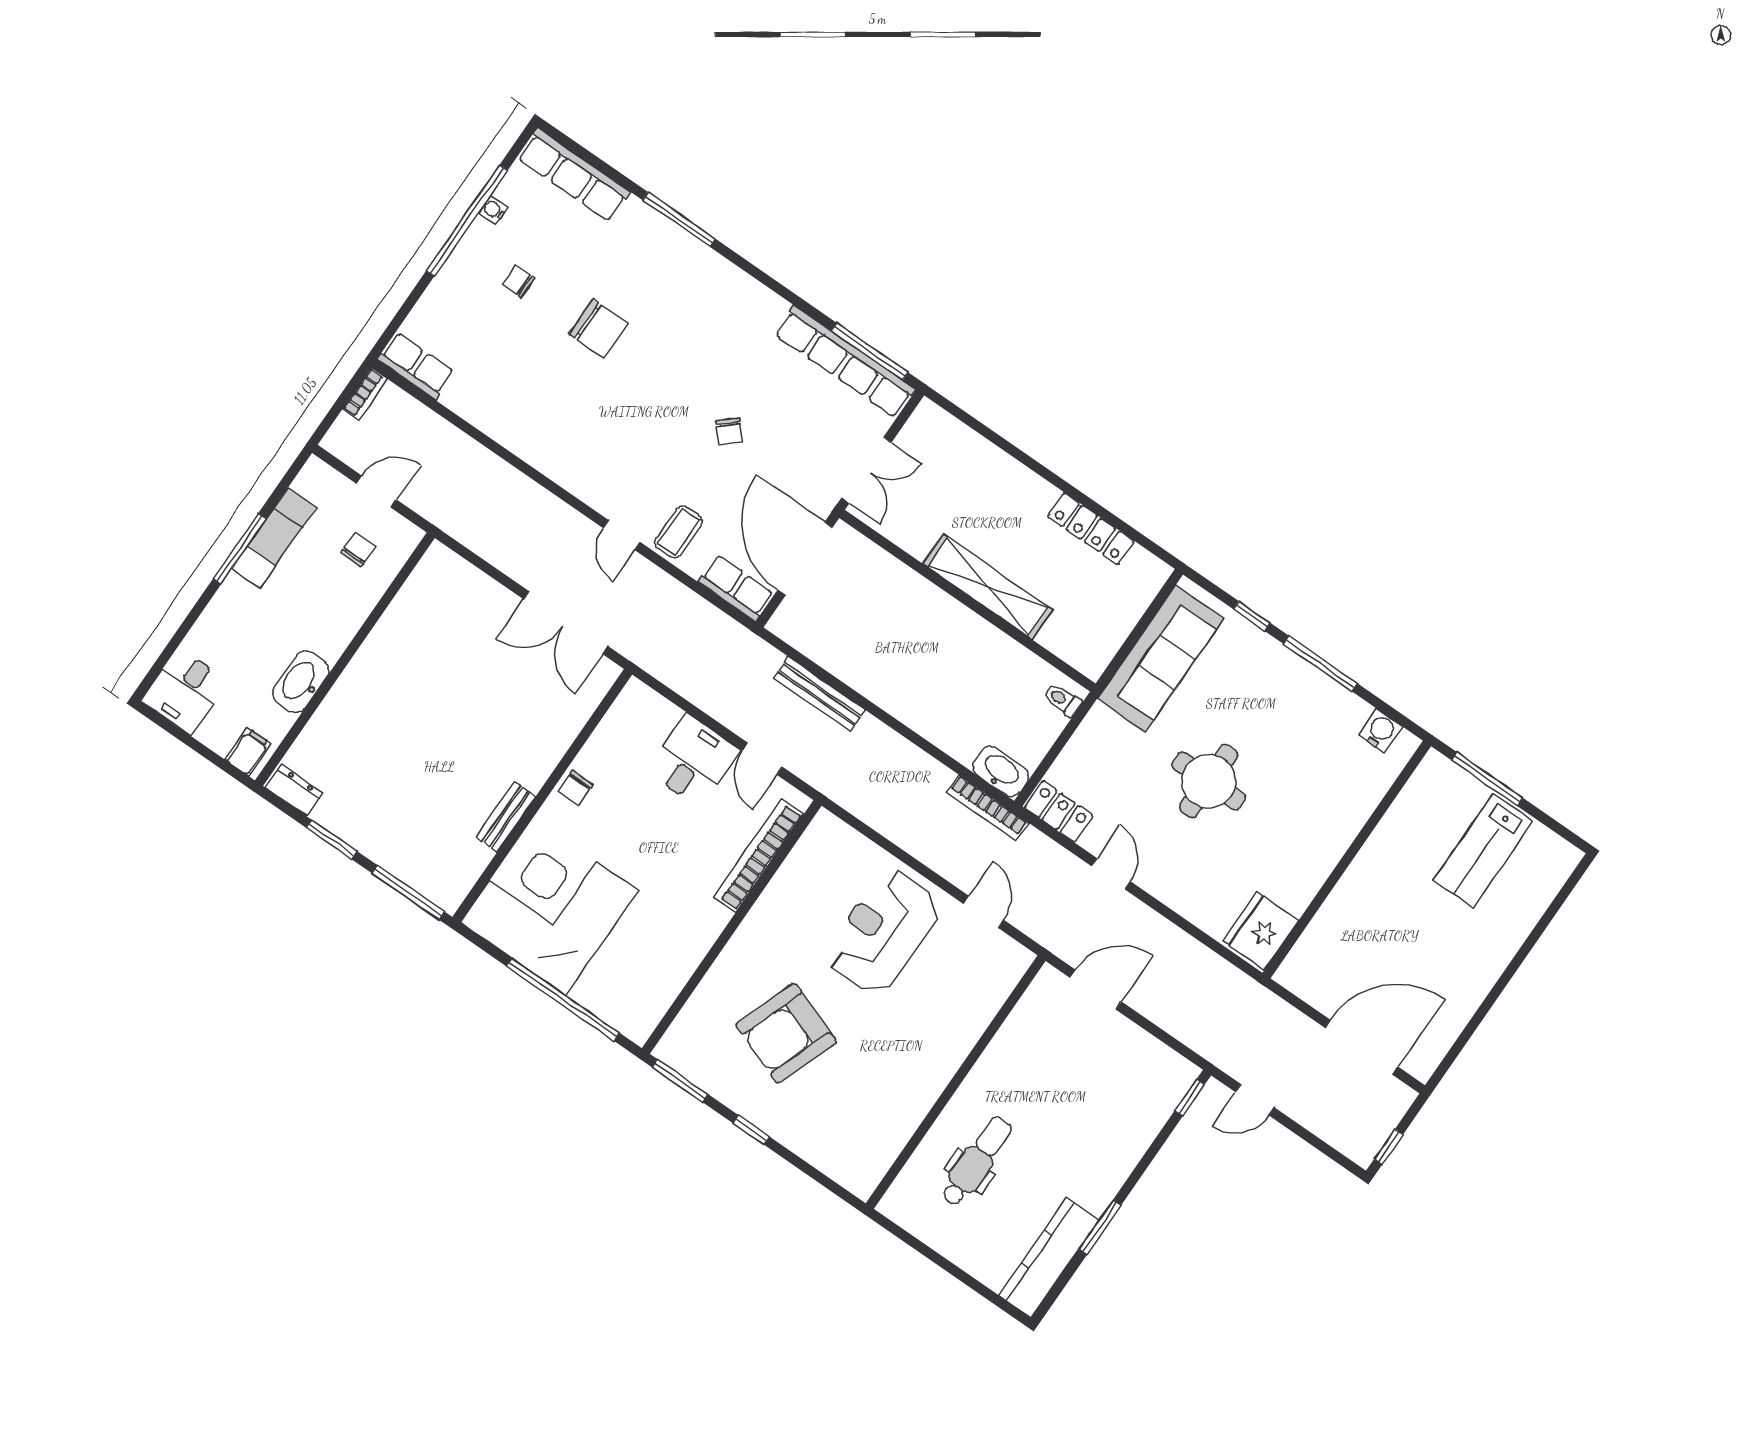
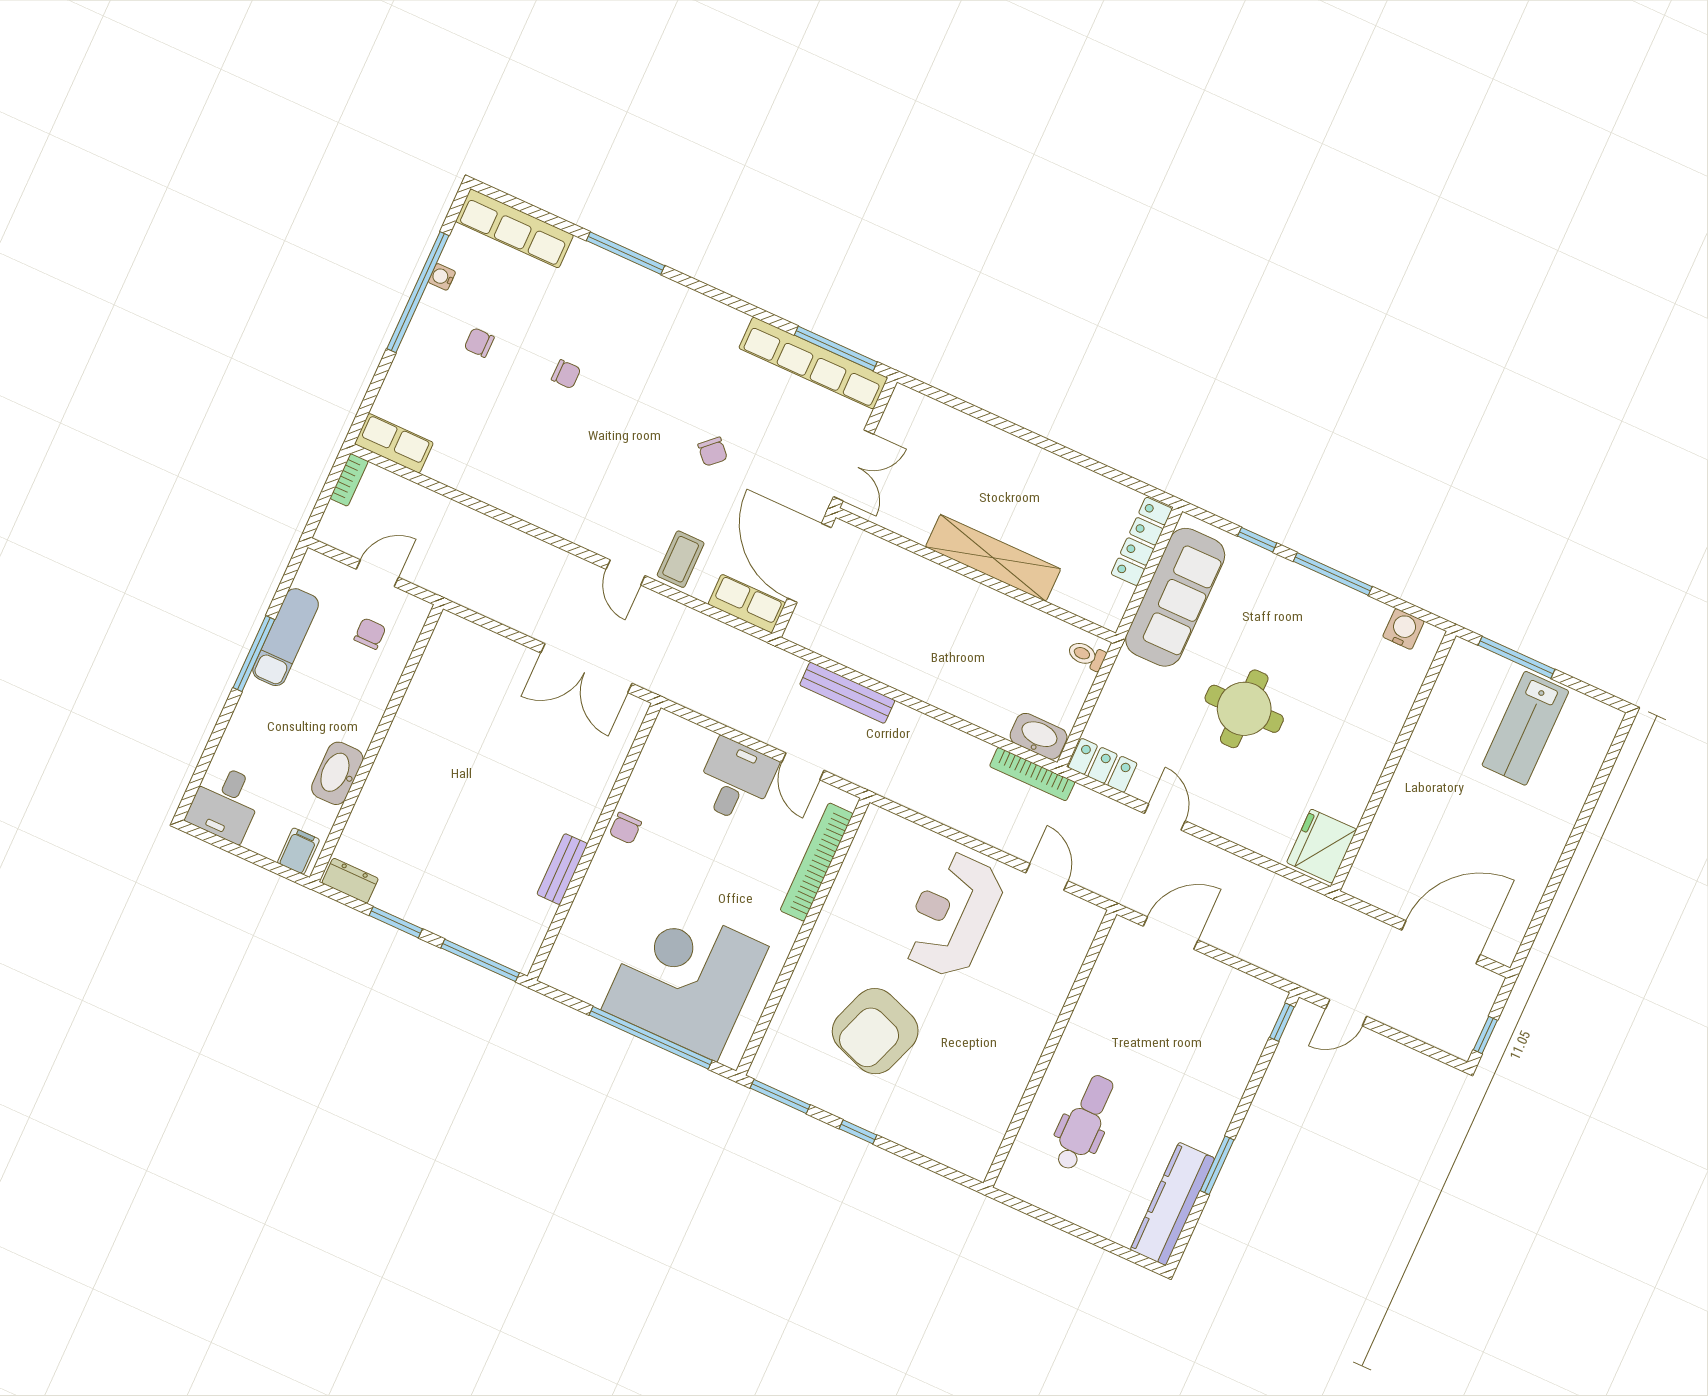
chair: (599, 328) -> (566, 374), width x0.54, depth x0.54
locker: (1091, 529) -> (1142, 541), moved, turned 90
corner desk: (549, 906) -> (685, 978), moved

